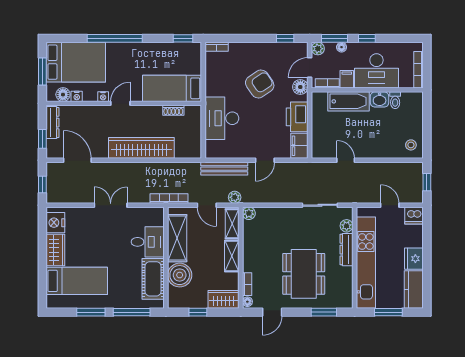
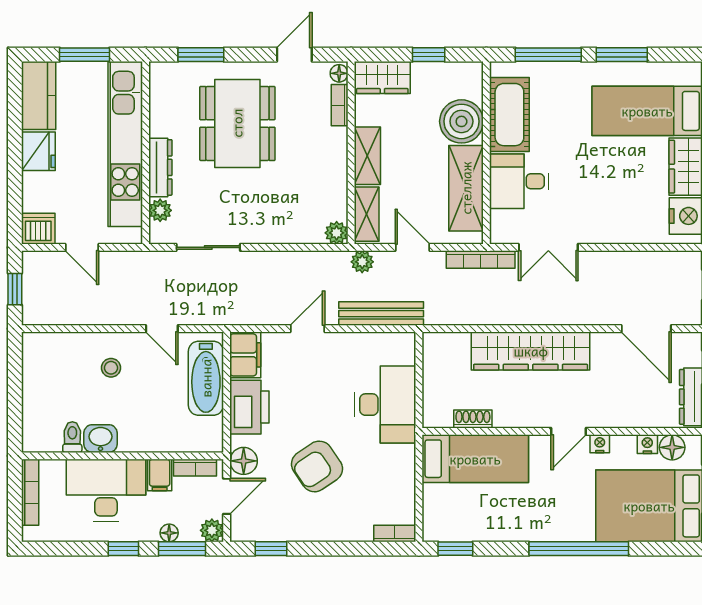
bathtub: (349, 101) -> (206, 378), moved, turned -90
stool: (411, 145) -> (111, 368), moved
double door: (111, 205) -> (548, 247), moved

